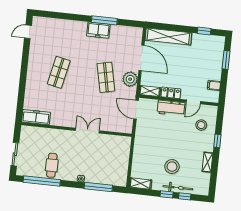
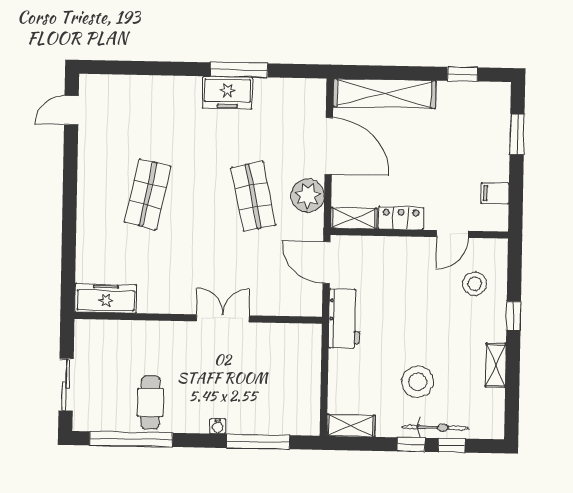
workbench: (171, 108) -> (344, 319), moved, turned -90

